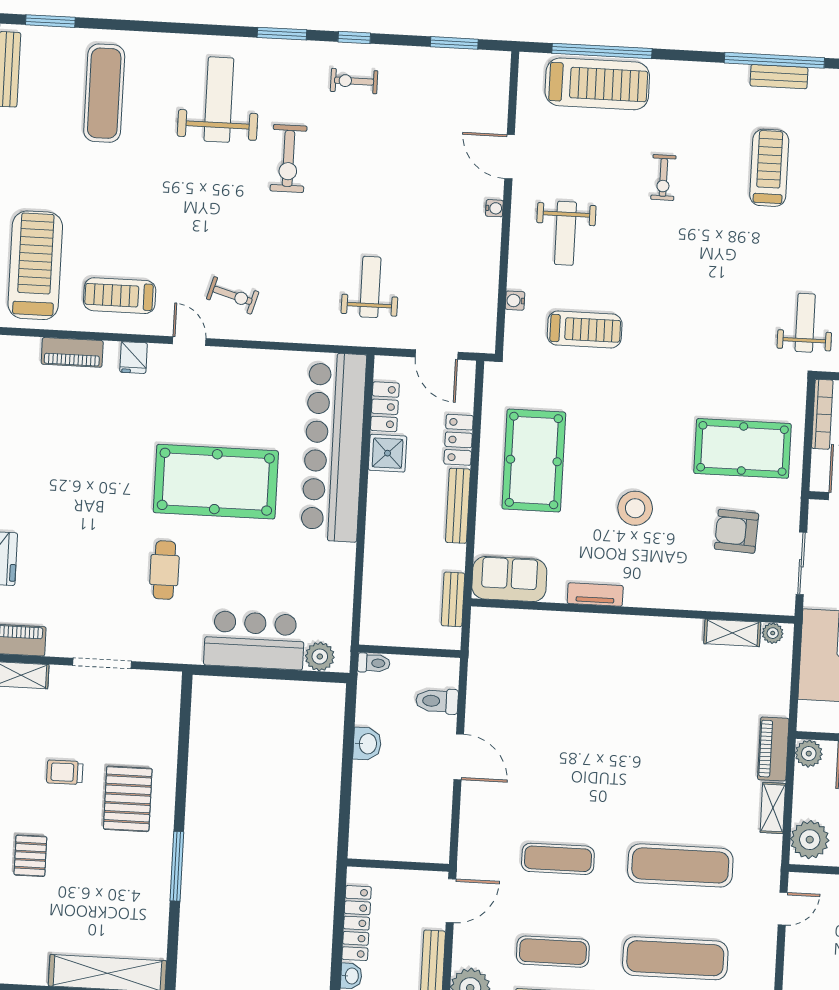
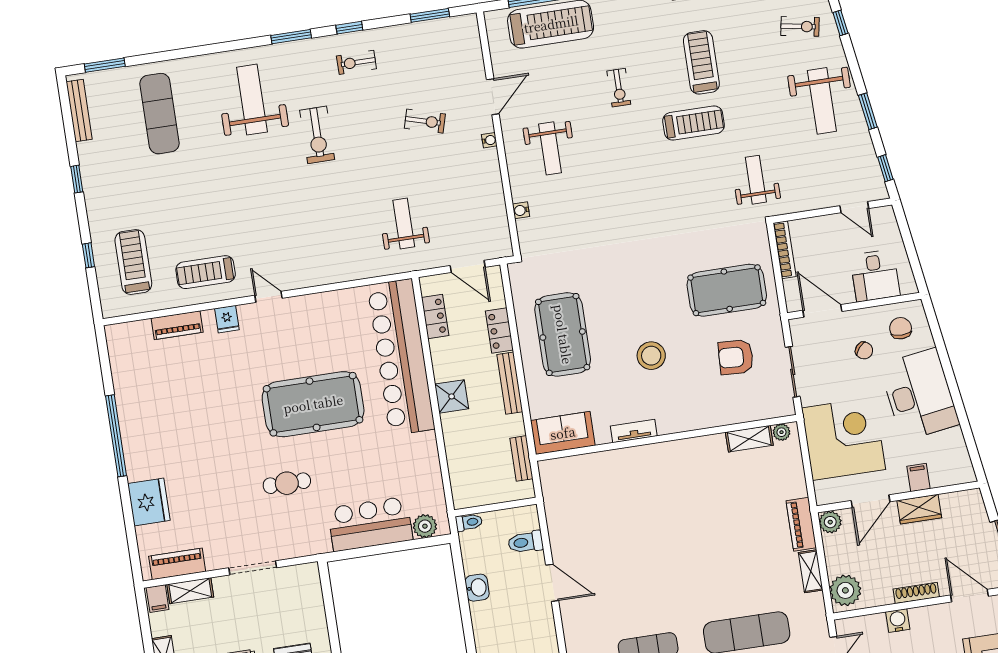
door: (510, 157) -> (493, 97), swing flipped
treadmill: (35, 265) -> (133, 262), width x0.73, depth x0.73
exercise bike: (233, 295) -> (425, 121), moved
treadmill: (585, 329) -> (694, 123), moved
shower: (388, 453) -> (452, 396), moved
cafe table: (164, 570) -> (287, 483), turned 90

